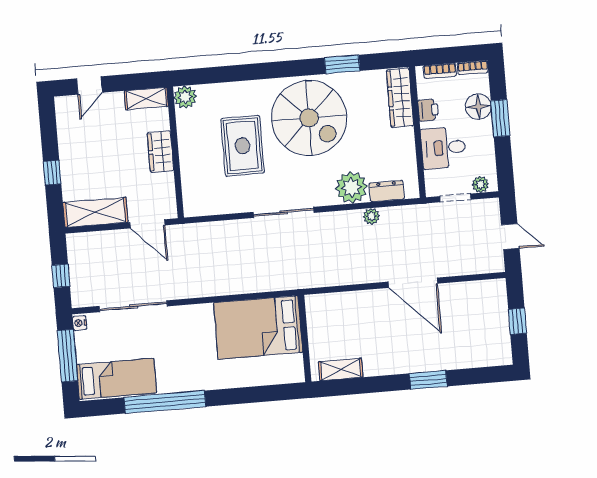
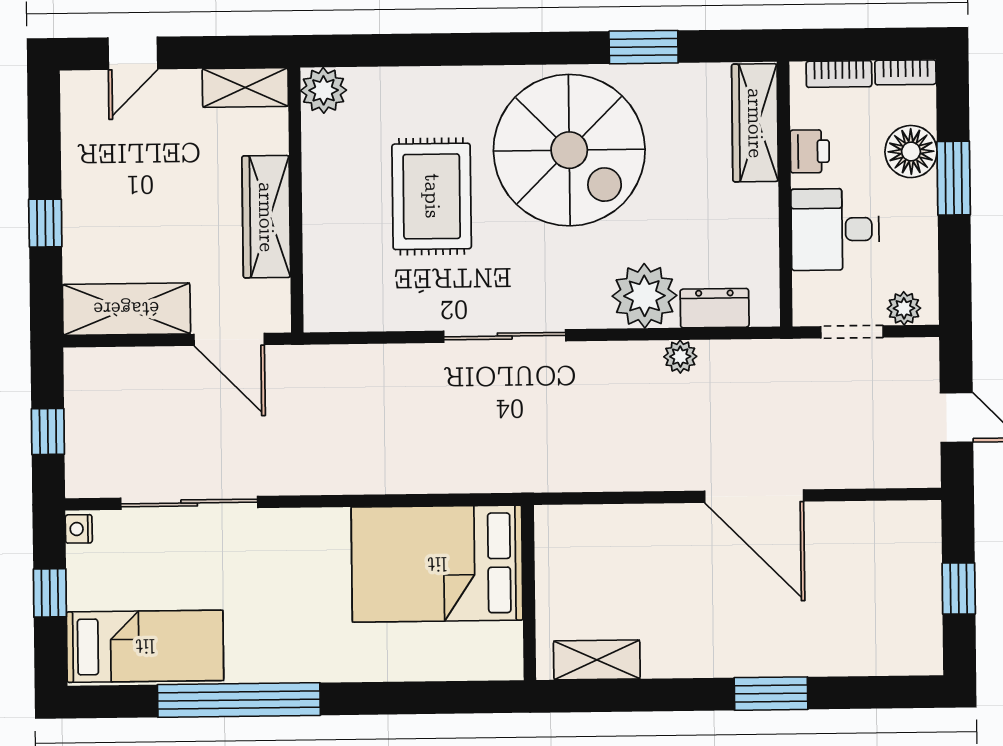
wardrobe: (160, 152) -> (266, 217), width x1.50
window: (67, 356) -> (50, 593), width x0.46

